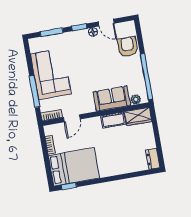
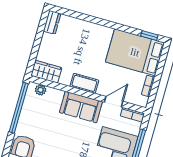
sofa: (112, 99) -> (81, 107), moved
cot: (113, 120) -> (84, 83), moved

